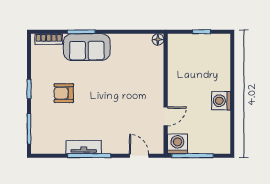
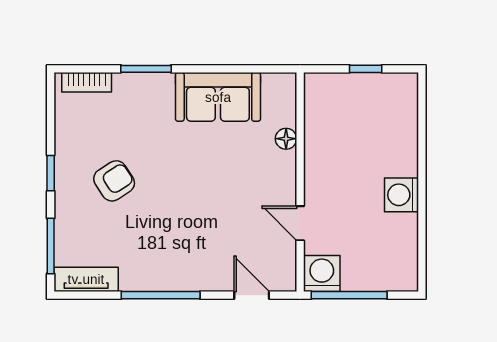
floor lamp: (158, 39) -> (286, 139), moved
sofa: (87, 47) -> (218, 97), moved
armchair: (64, 93) -> (114, 181), turned 147
door: (166, 116) -> (300, 223), swing flipped
tv unit: (84, 147) -> (86, 279), moved

